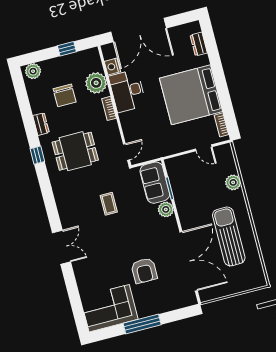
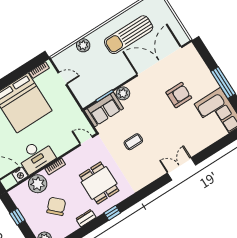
chair: (65, 95) -> (56, 206), turned -46
door: (204, 148) -> (63, 78), hinge flipped

